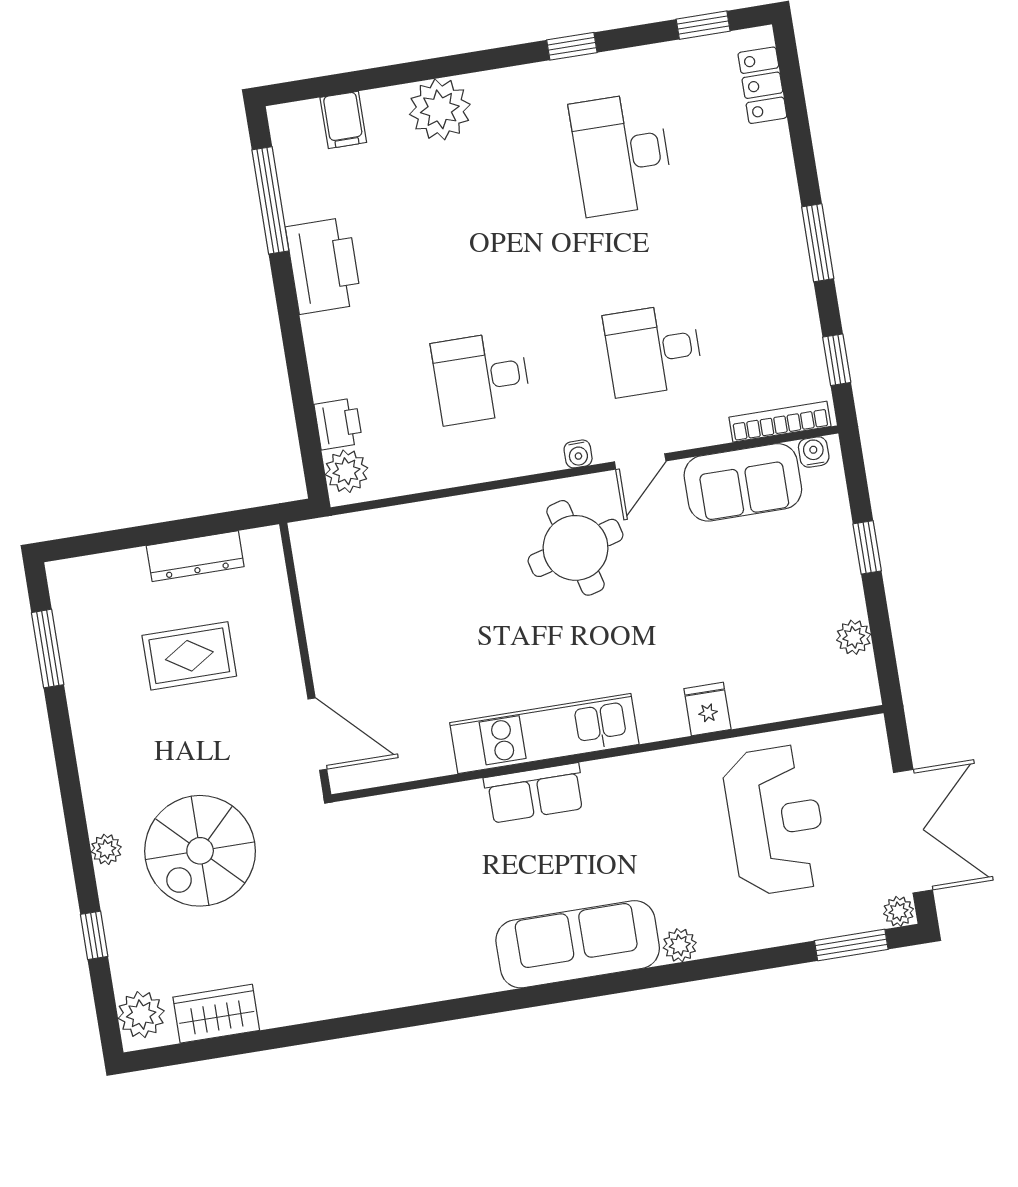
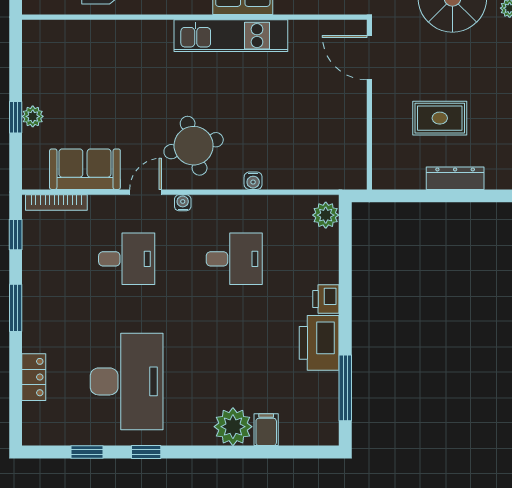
window: (703, 25) -> (87, 452), moved
locker: (762, 85) -> (34, 377), moved
filing cabinet: (343, 120) -> (266, 430), moved
desk: (621, 154) -> (127, 381), width x1.36, depth x1.30
printer: (338, 424) -> (326, 299), moved
water cooler: (814, 452) -> (253, 181), moved
dresser: (195, 556) -> (455, 178), moved
plant: (854, 637) -> (33, 116), moved
fridge: (707, 709) -> (129, 34), removed

